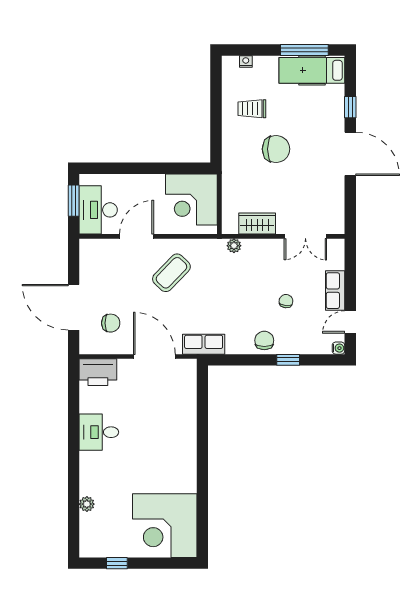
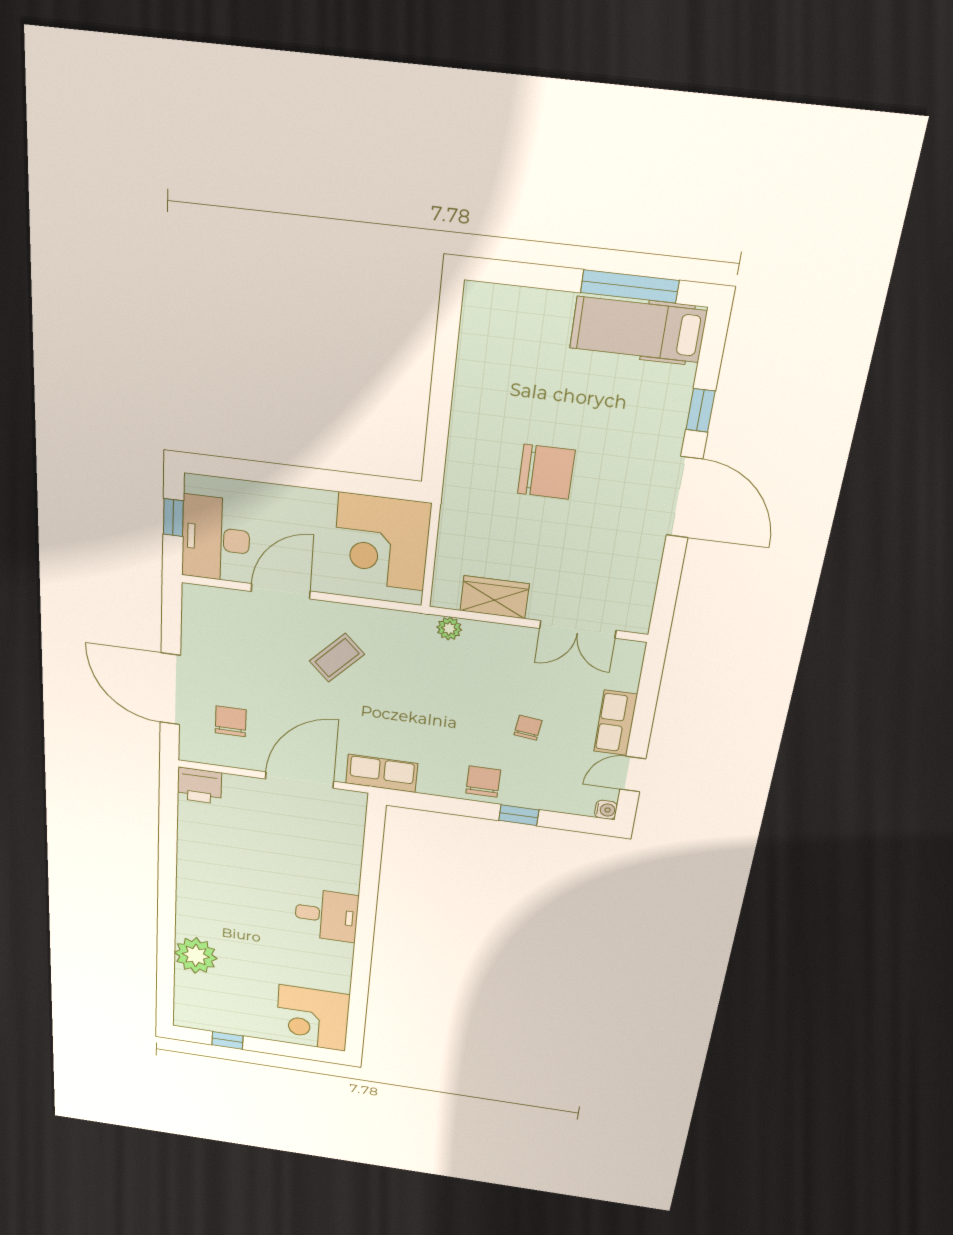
nightstand: (246, 61) -> (510, 297), removed
trolley: (252, 109) -> (511, 391), removed
window: (74, 201) -> (173, 518), width x0.67
coffee table: (171, 273) -> (337, 658), width x0.73, depth x0.77
chair: (111, 323) -> (231, 721), turned -90
door: (154, 357) -> (300, 780), hinge flipped
printer: (98, 372) -> (199, 786), width x0.73, depth x0.84
desk: (99, 432) -> (326, 915), moved, turned 180
plant: (87, 504) -> (196, 955), width x1.88, depth x1.88
corner desk: (165, 526) -> (313, 1018), width x0.74, depth x0.74

